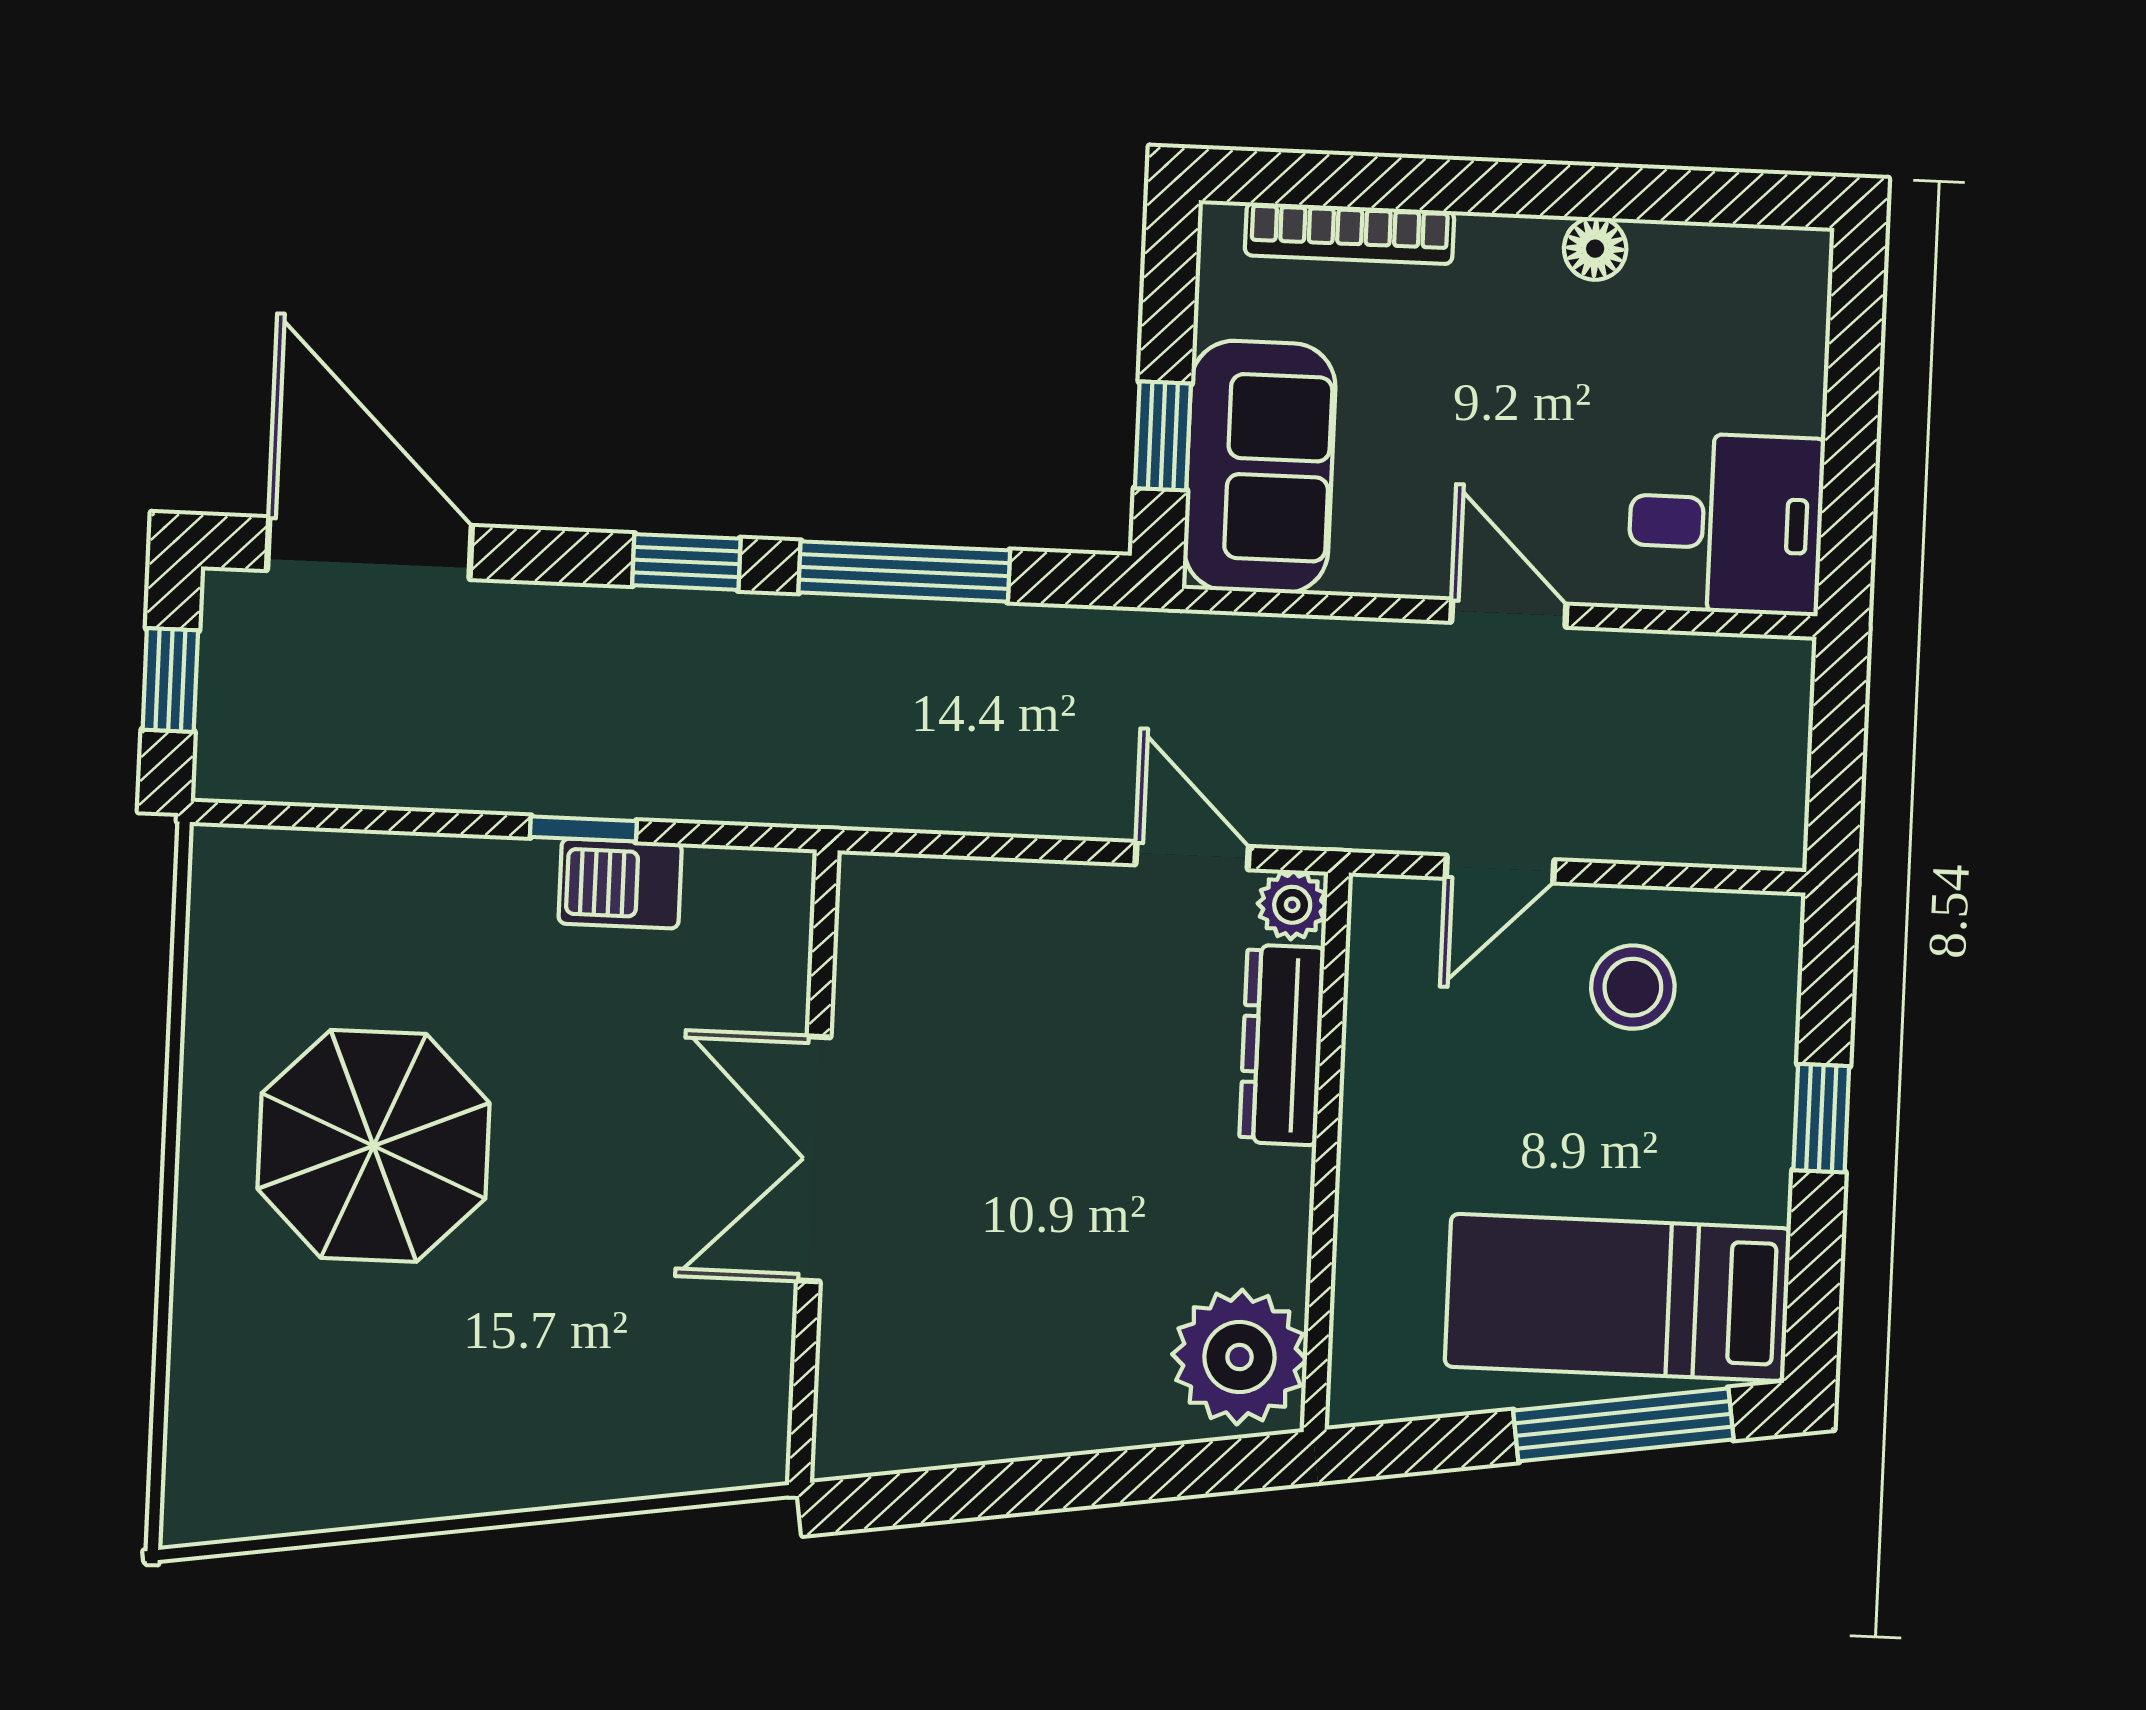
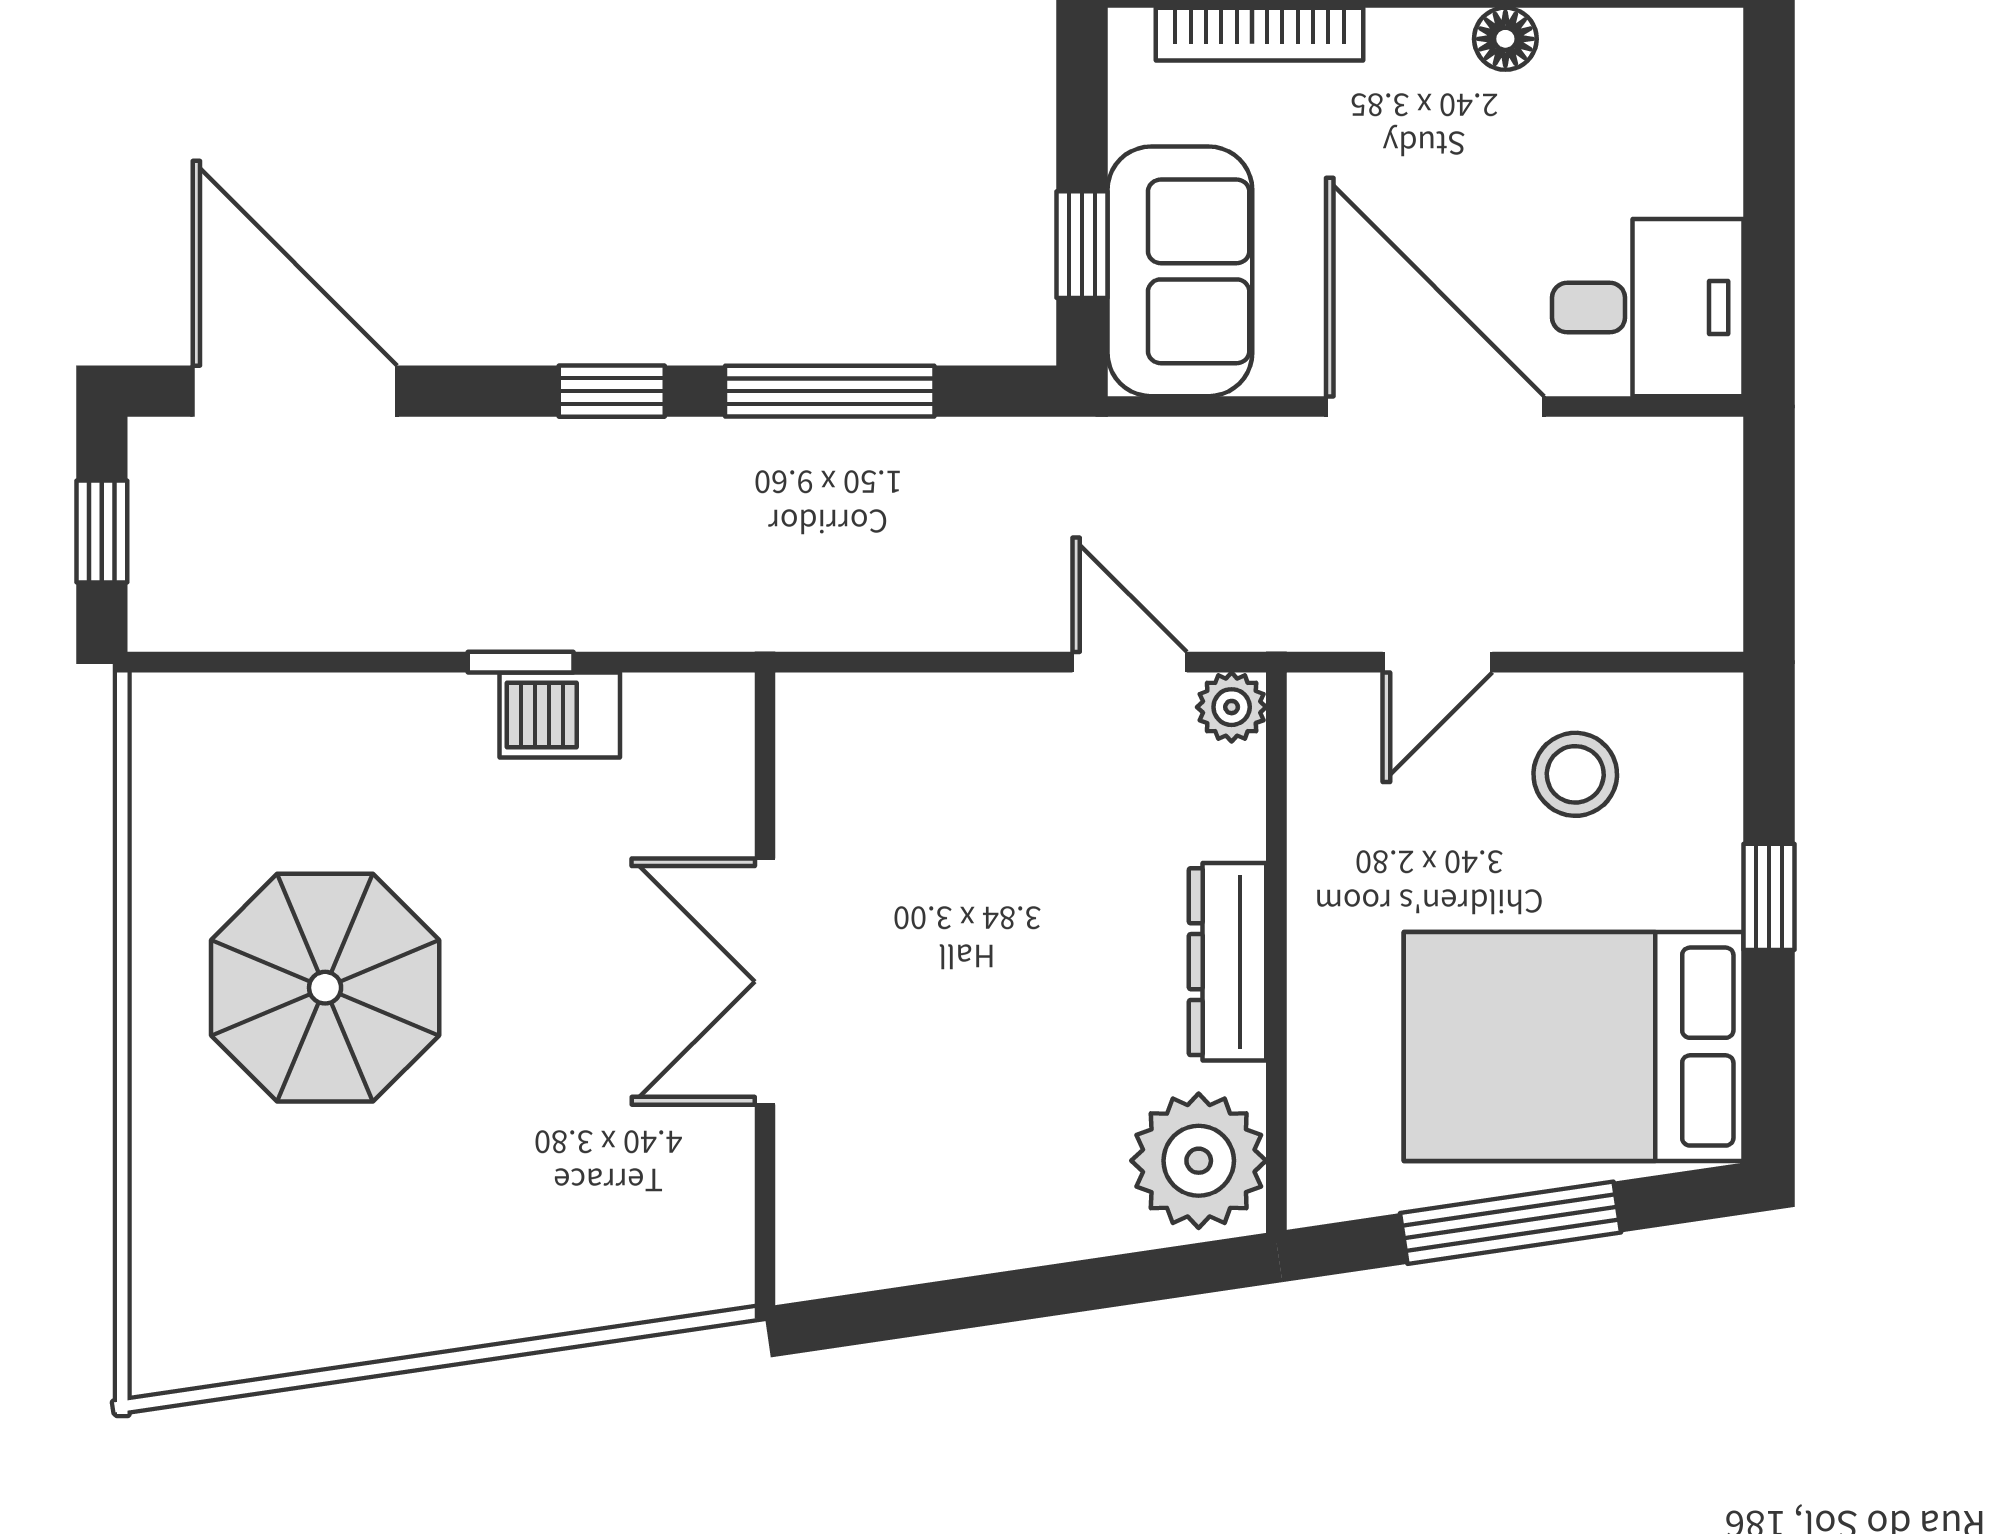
door: (1509, 613) -> (1435, 407), width x1.87
dresser: (1282, 1045) -> (1227, 962), moved
bed: (1618, 1297) -> (1574, 1047), width x1.50
window: (1623, 1425) -> (1511, 1223), moved

